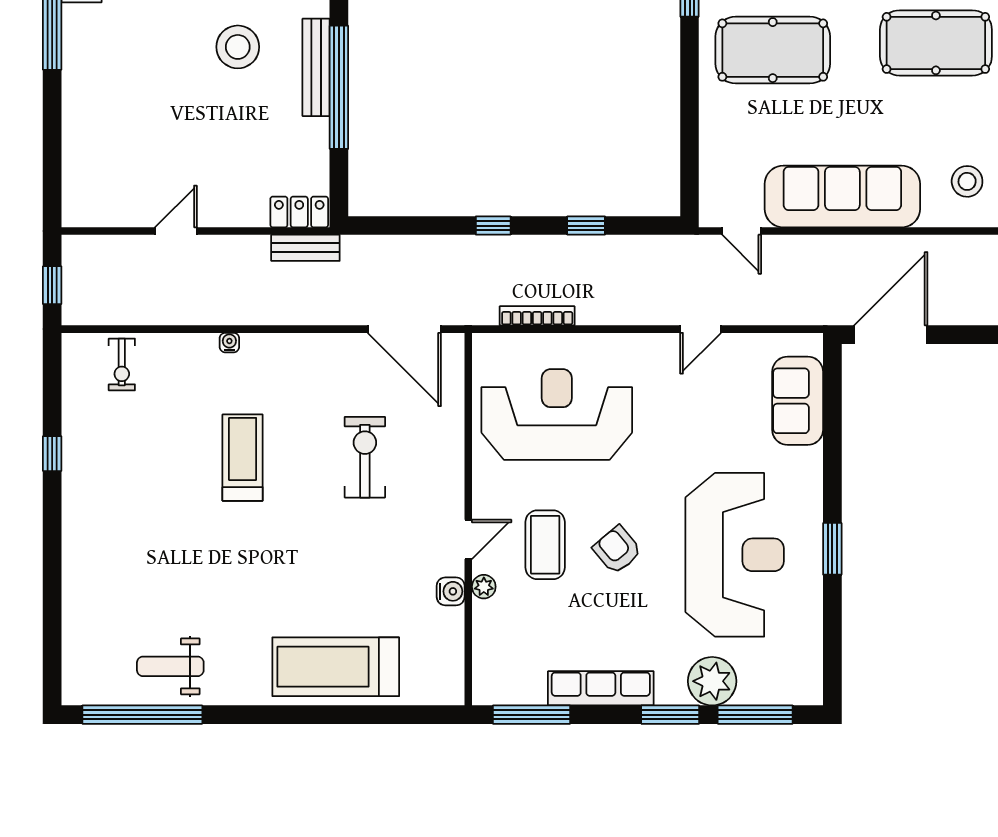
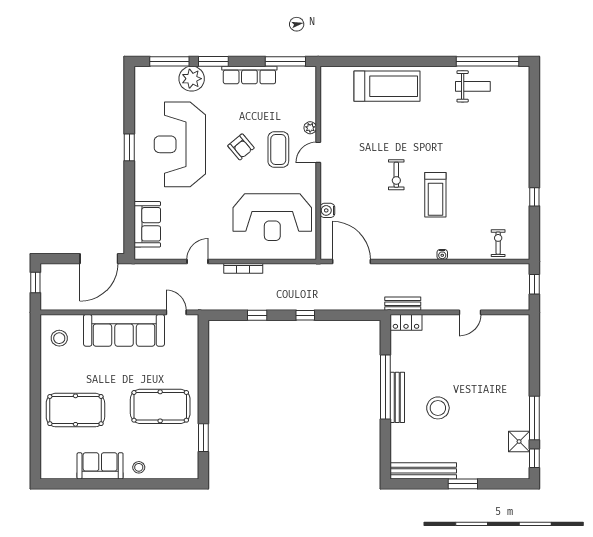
bookcase: (537, 316) -> (243, 268), moved
exercise bike: (365, 457) -> (396, 175), moved, width x0.73, depth x0.72
water cooler: (451, 591) -> (327, 210), moved

